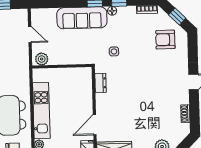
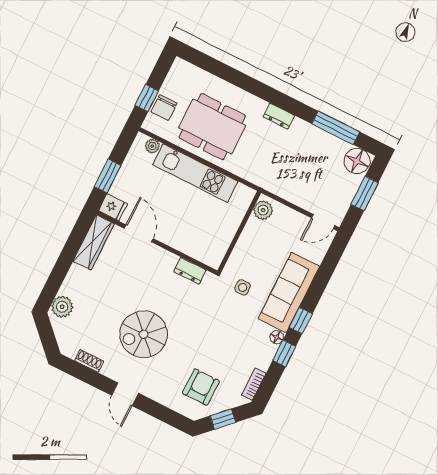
door: (30, 34) -> (323, 222), moved
side table: (114, 51) -> (243, 287), moved
spiral stairs: (152, 90) -> (144, 334), added

